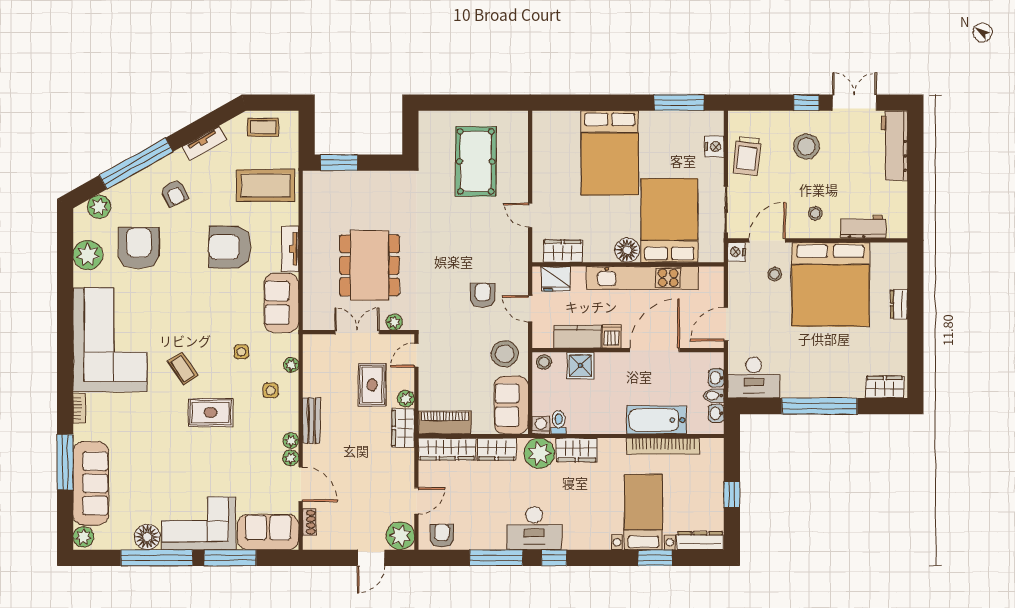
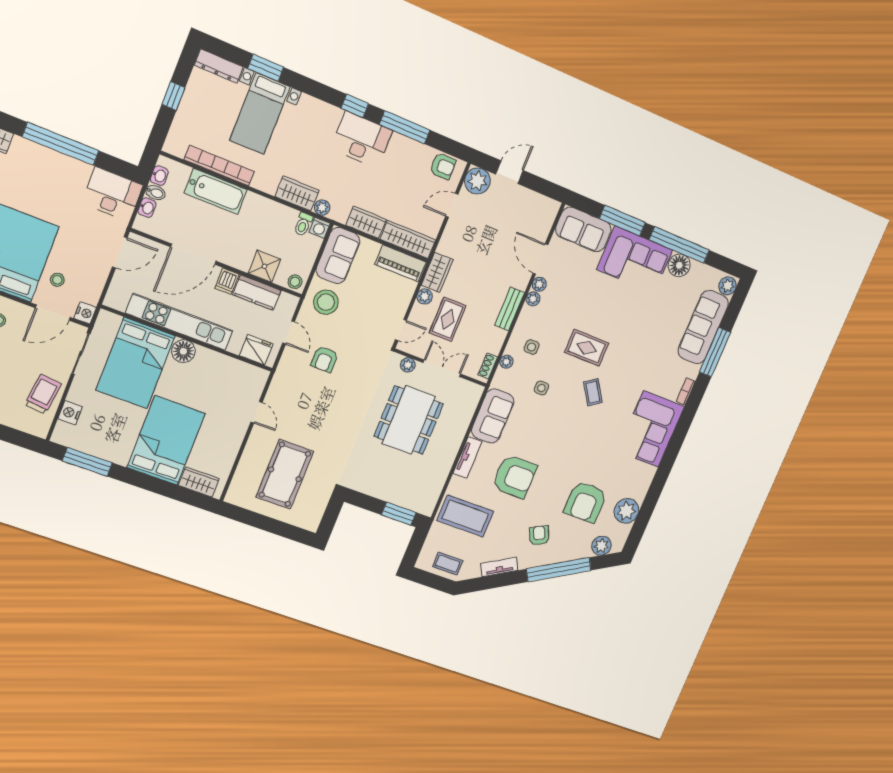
wardrobe: (563, 251) -> (199, 482), moved, turned 180
double door: (357, 332) -> (442, 368), swing flipped
corner sofa: (110, 340) -> (651, 429), width x0.73, depth x0.74
plant: (539, 453) -> (322, 208), width x0.53, depth x0.53
shoe rack: (309, 522) -> (488, 366), moved
armchair: (442, 536) -> (443, 166), turned -90

